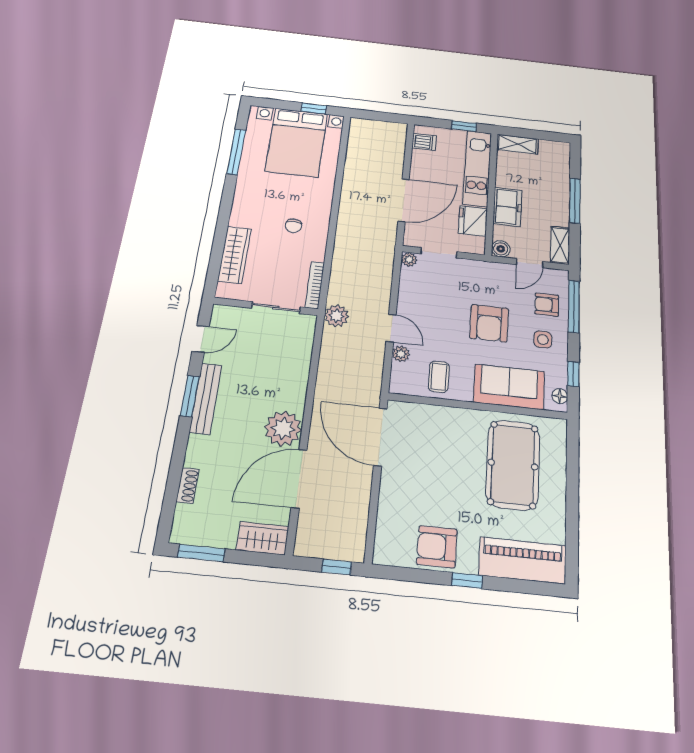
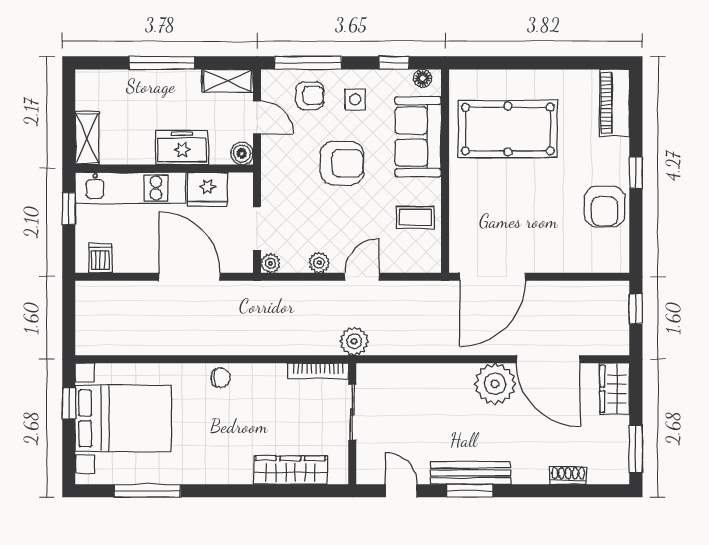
chair: (293, 226) -> (220, 378), moved
armchair: (547, 305) -> (310, 96), turned -90
plant: (401, 354) -> (319, 263), moved
piano: (523, 560) -> (614, 103), width x0.73, depth x0.75

